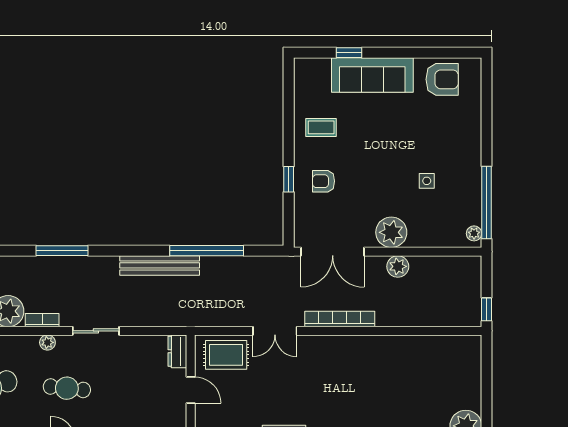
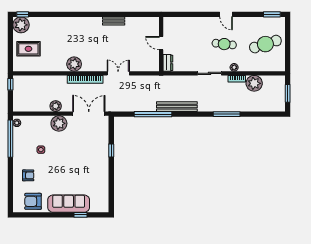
coffee table: (321, 127) -> (95, 177), removed
armchair: (324, 181) -> (28, 175), moved
plant: (362, 349) -> (74, 64), added
rug: (226, 355) -> (28, 49), moved

